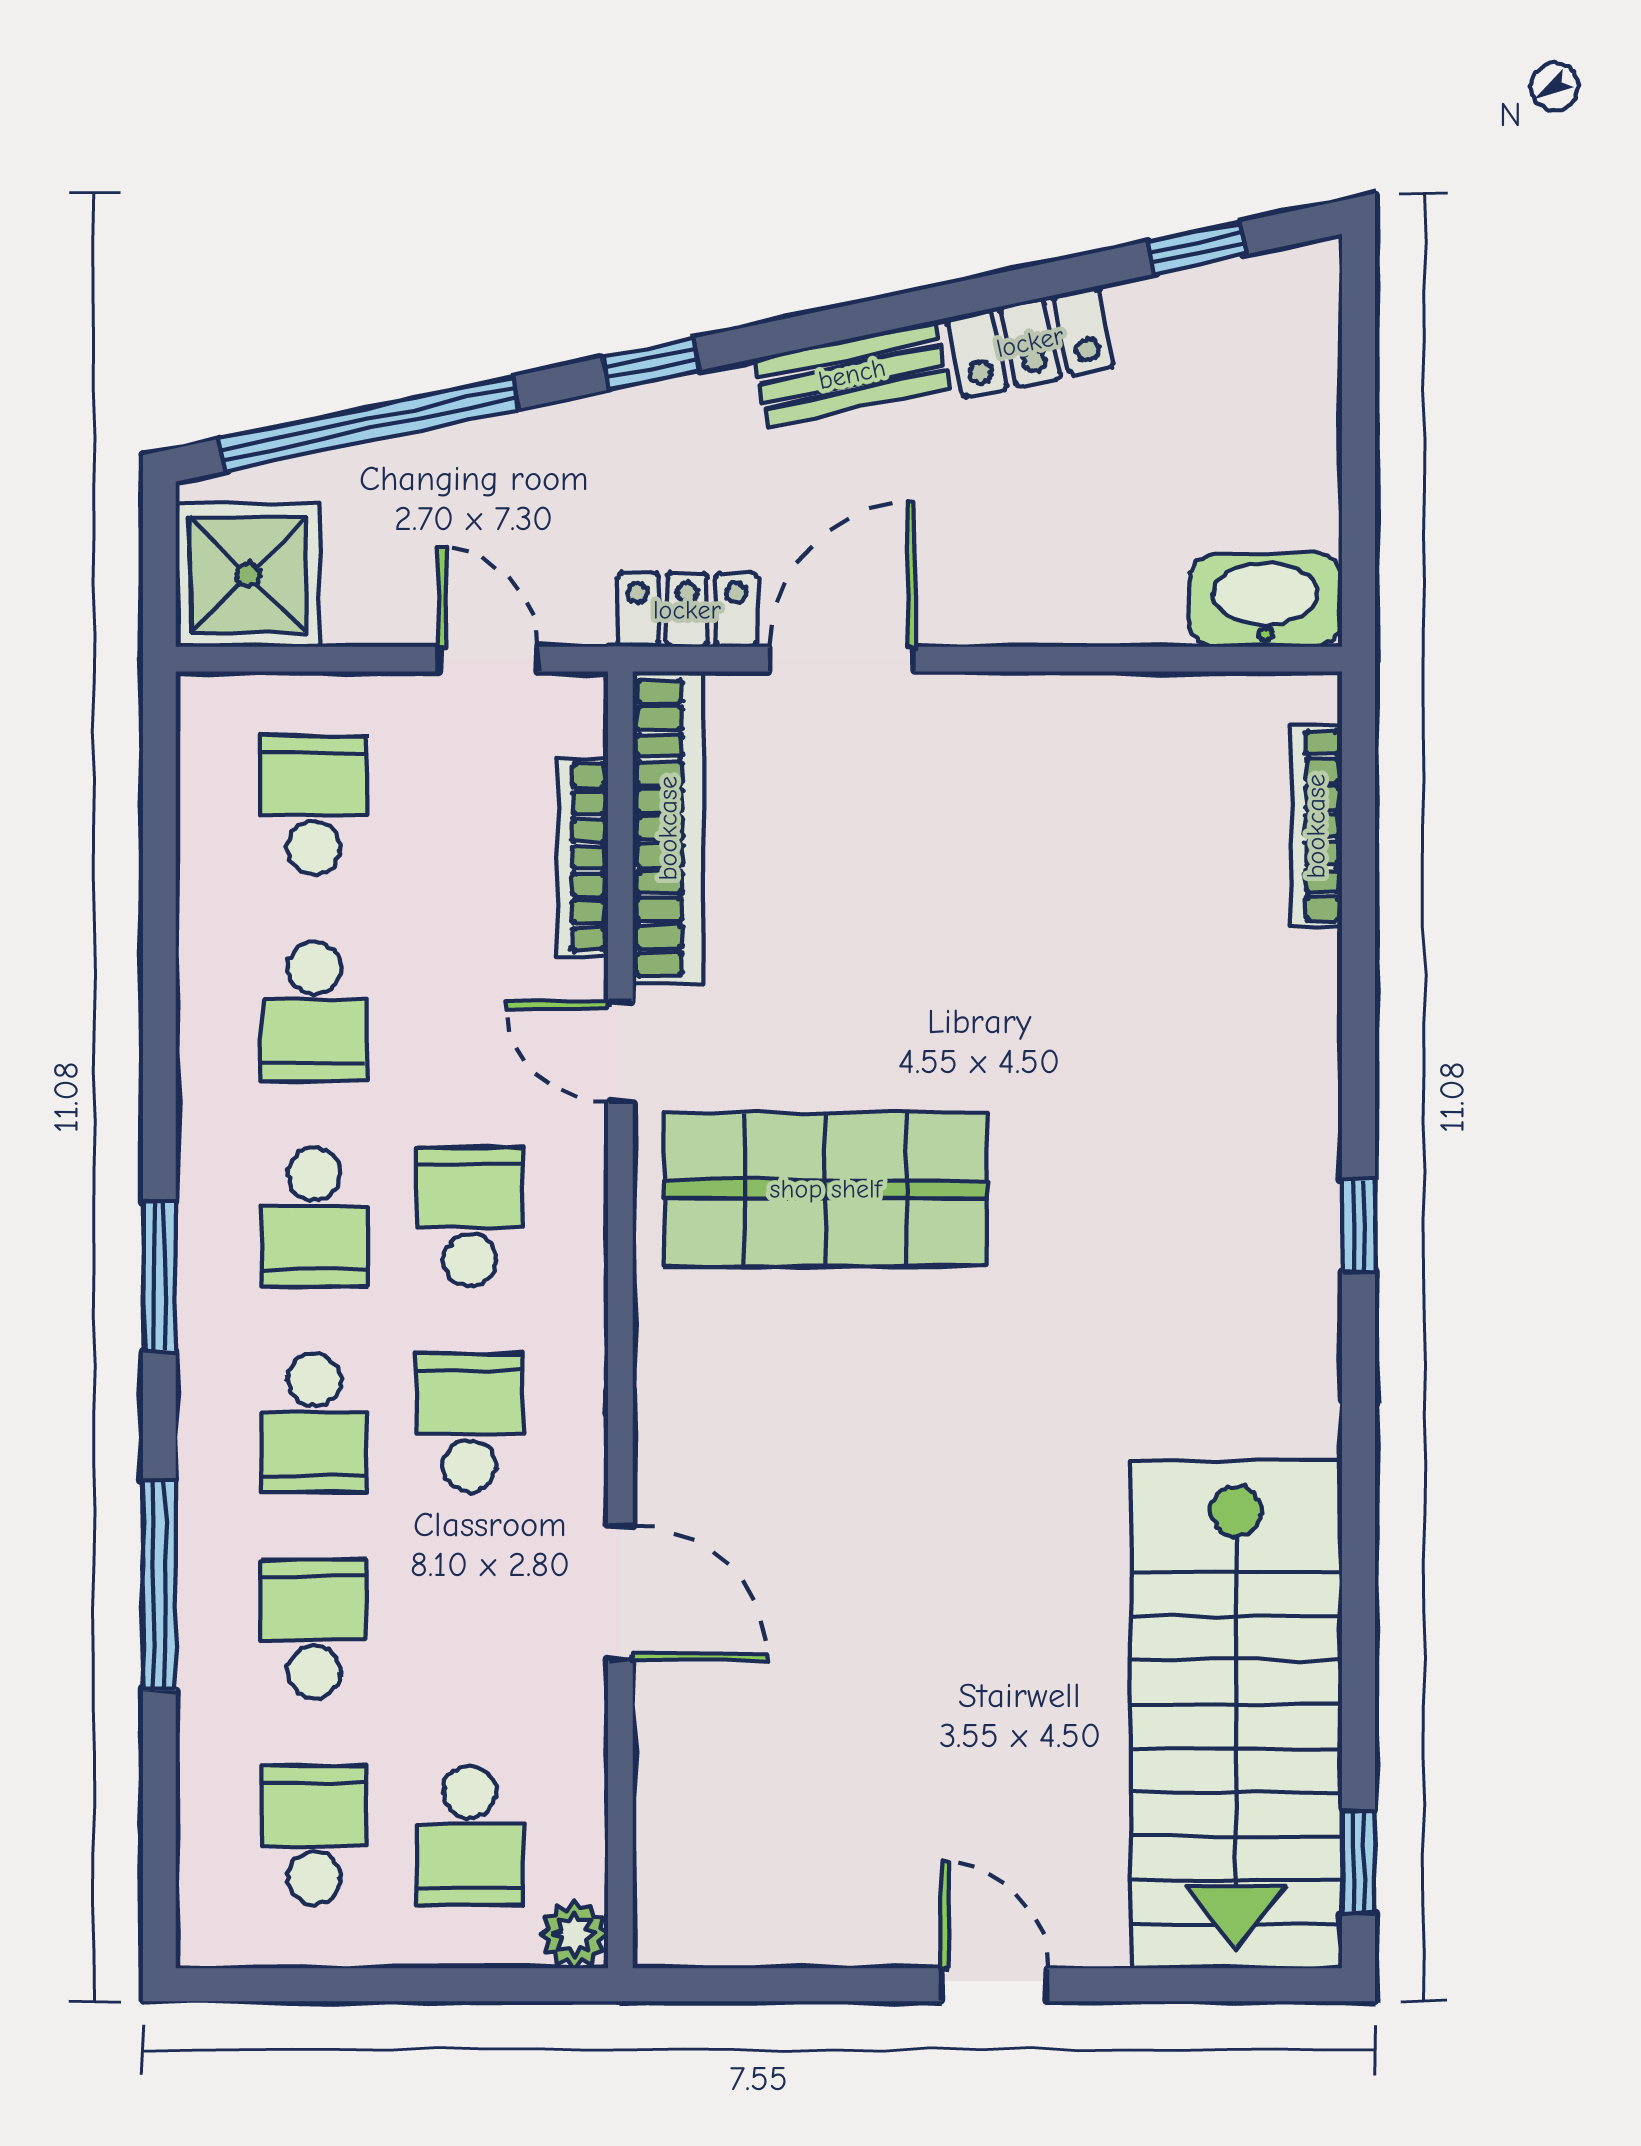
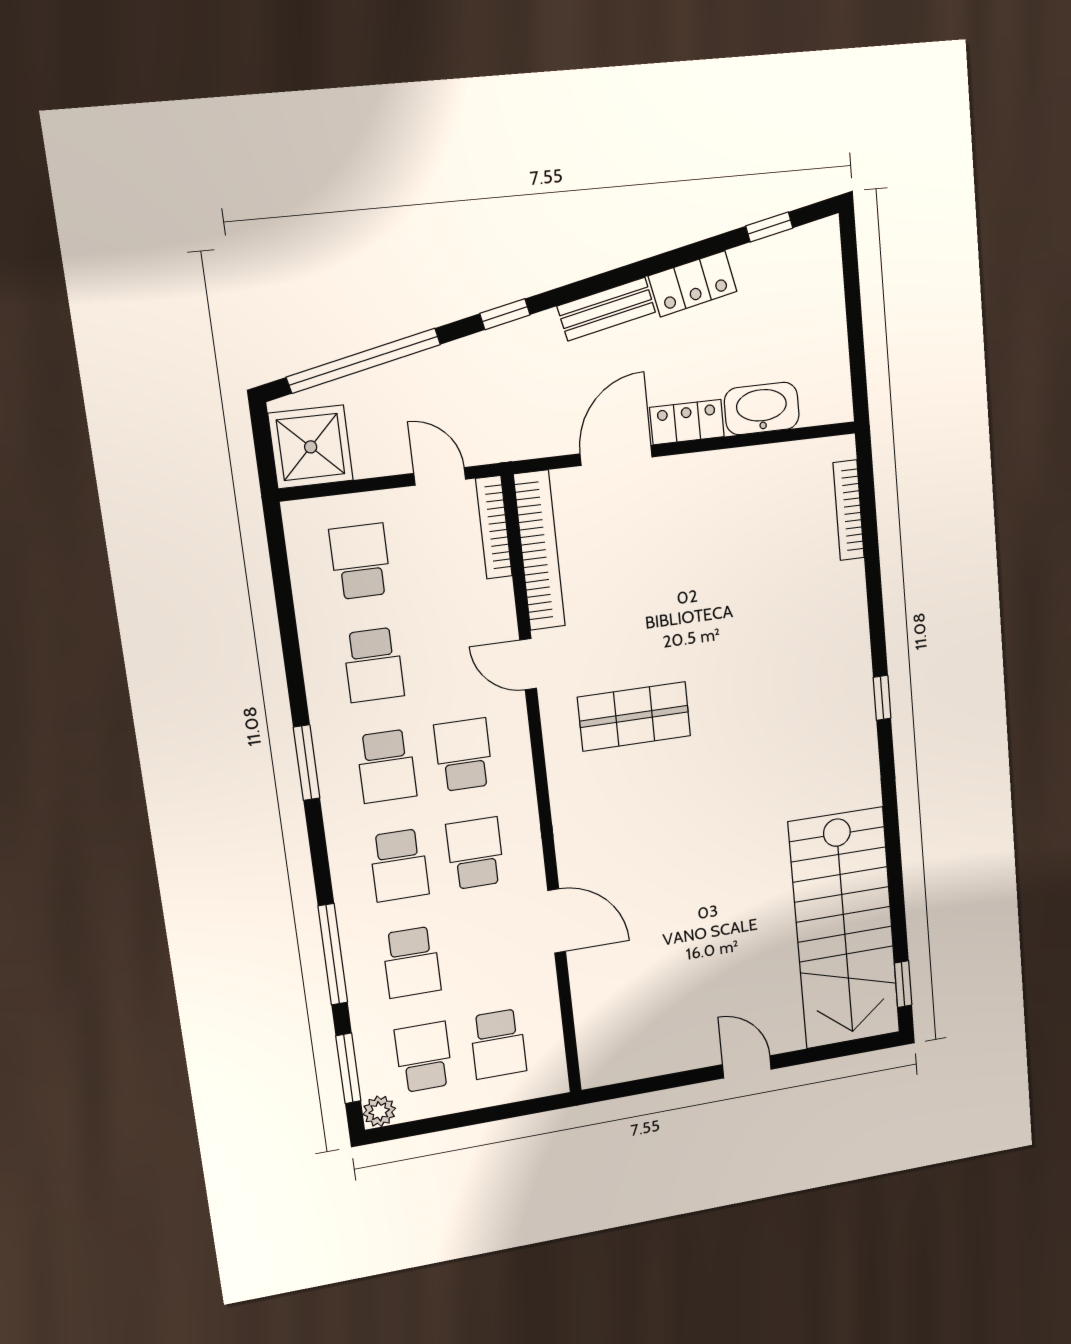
washbasin: (1266, 600) -> (762, 409), moved
locker: (687, 610) -> (687, 422), moved
bookcase: (583, 857) -> (494, 527), moved
shop shelf: (826, 1189) -> (634, 717), width x0.70, depth x0.74
window: (159, 1277) -> (307, 763), moved
school desk: (314, 1629) -> (412, 962), turned 180
window: (159, 1831) -> (348, 1068), added
plant: (574, 1934) -> (379, 1111), moved

